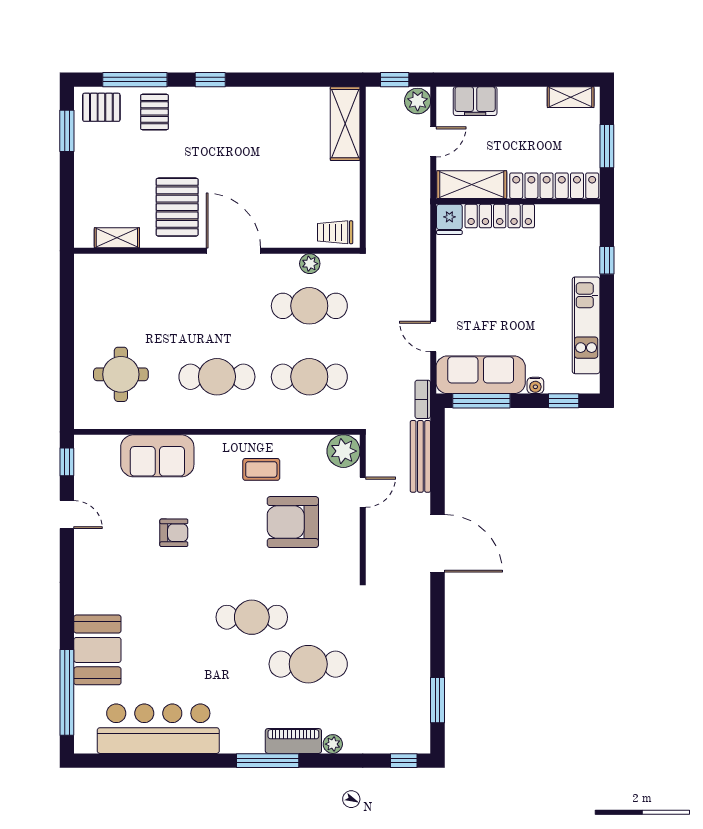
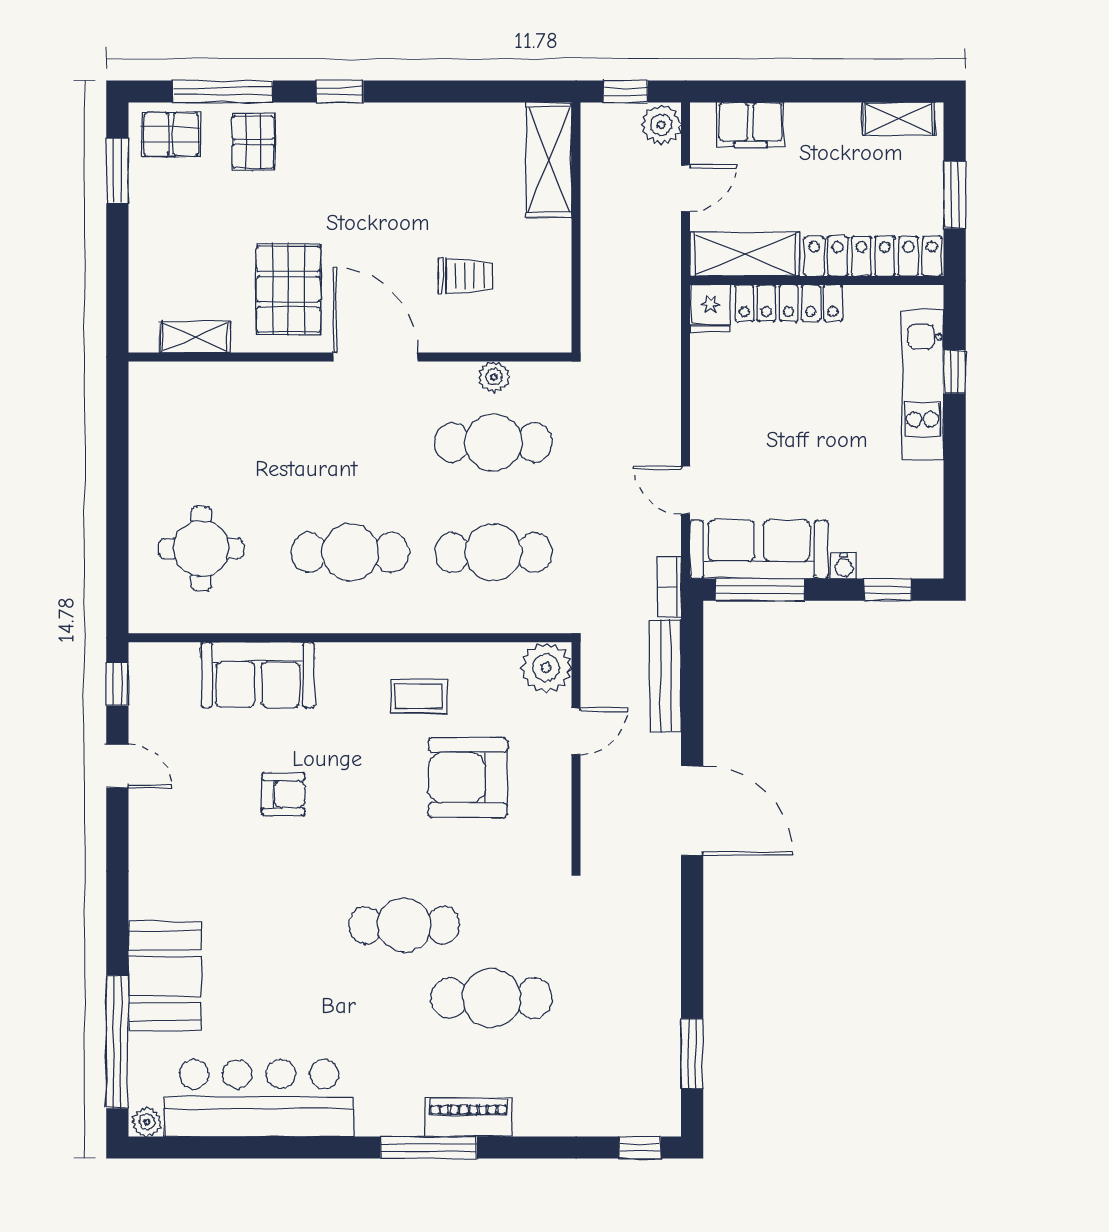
trolley: (335, 232) -> (466, 276), moved, turned 180
kitchen unit: (586, 325) -> (923, 385), moved
plant: (333, 744) -> (147, 1122), moved

